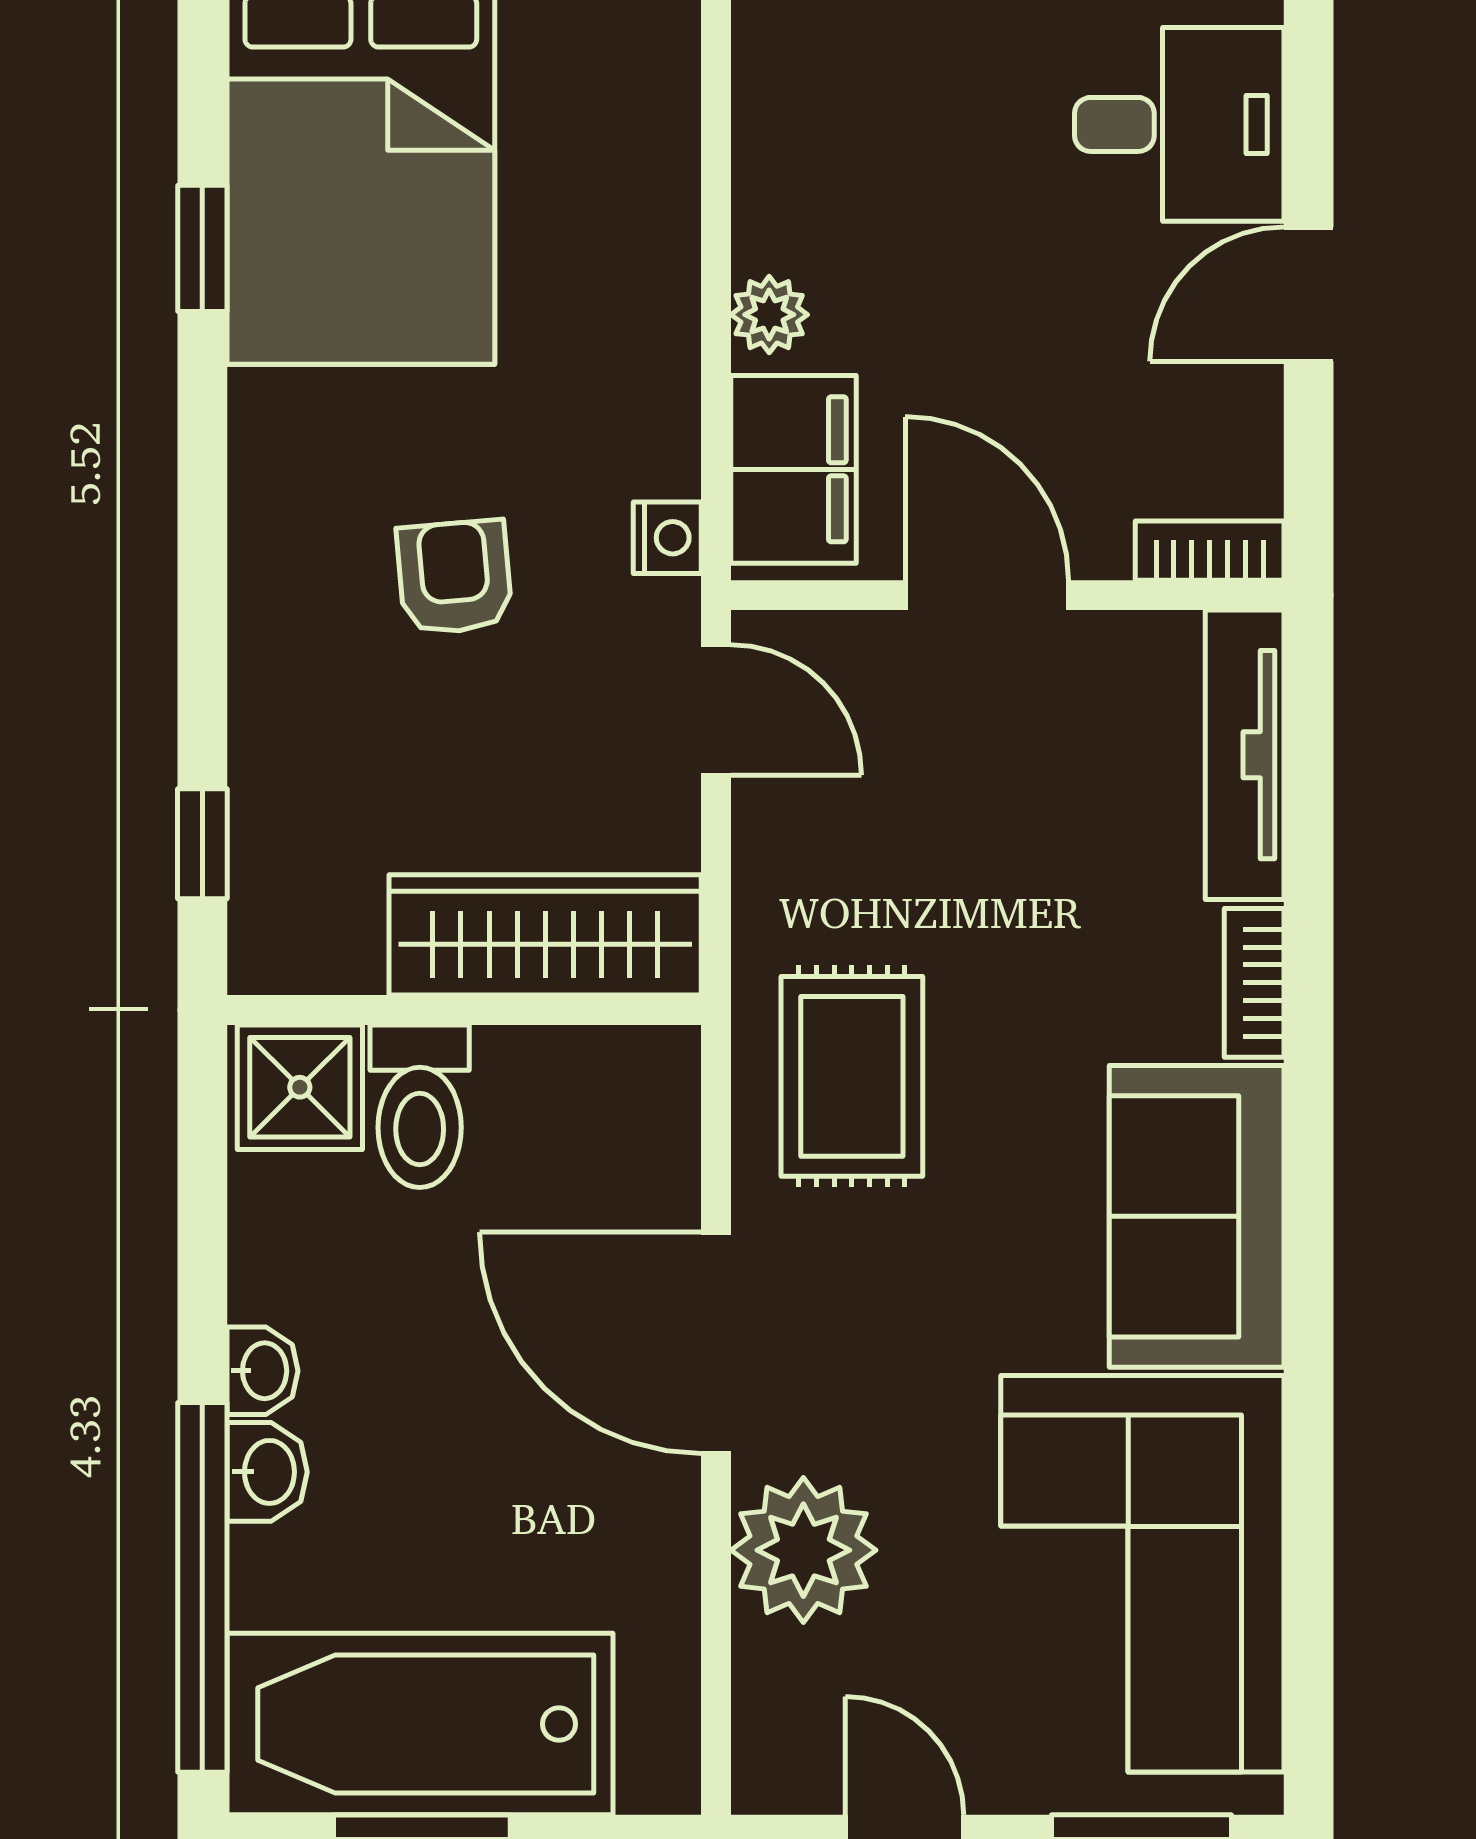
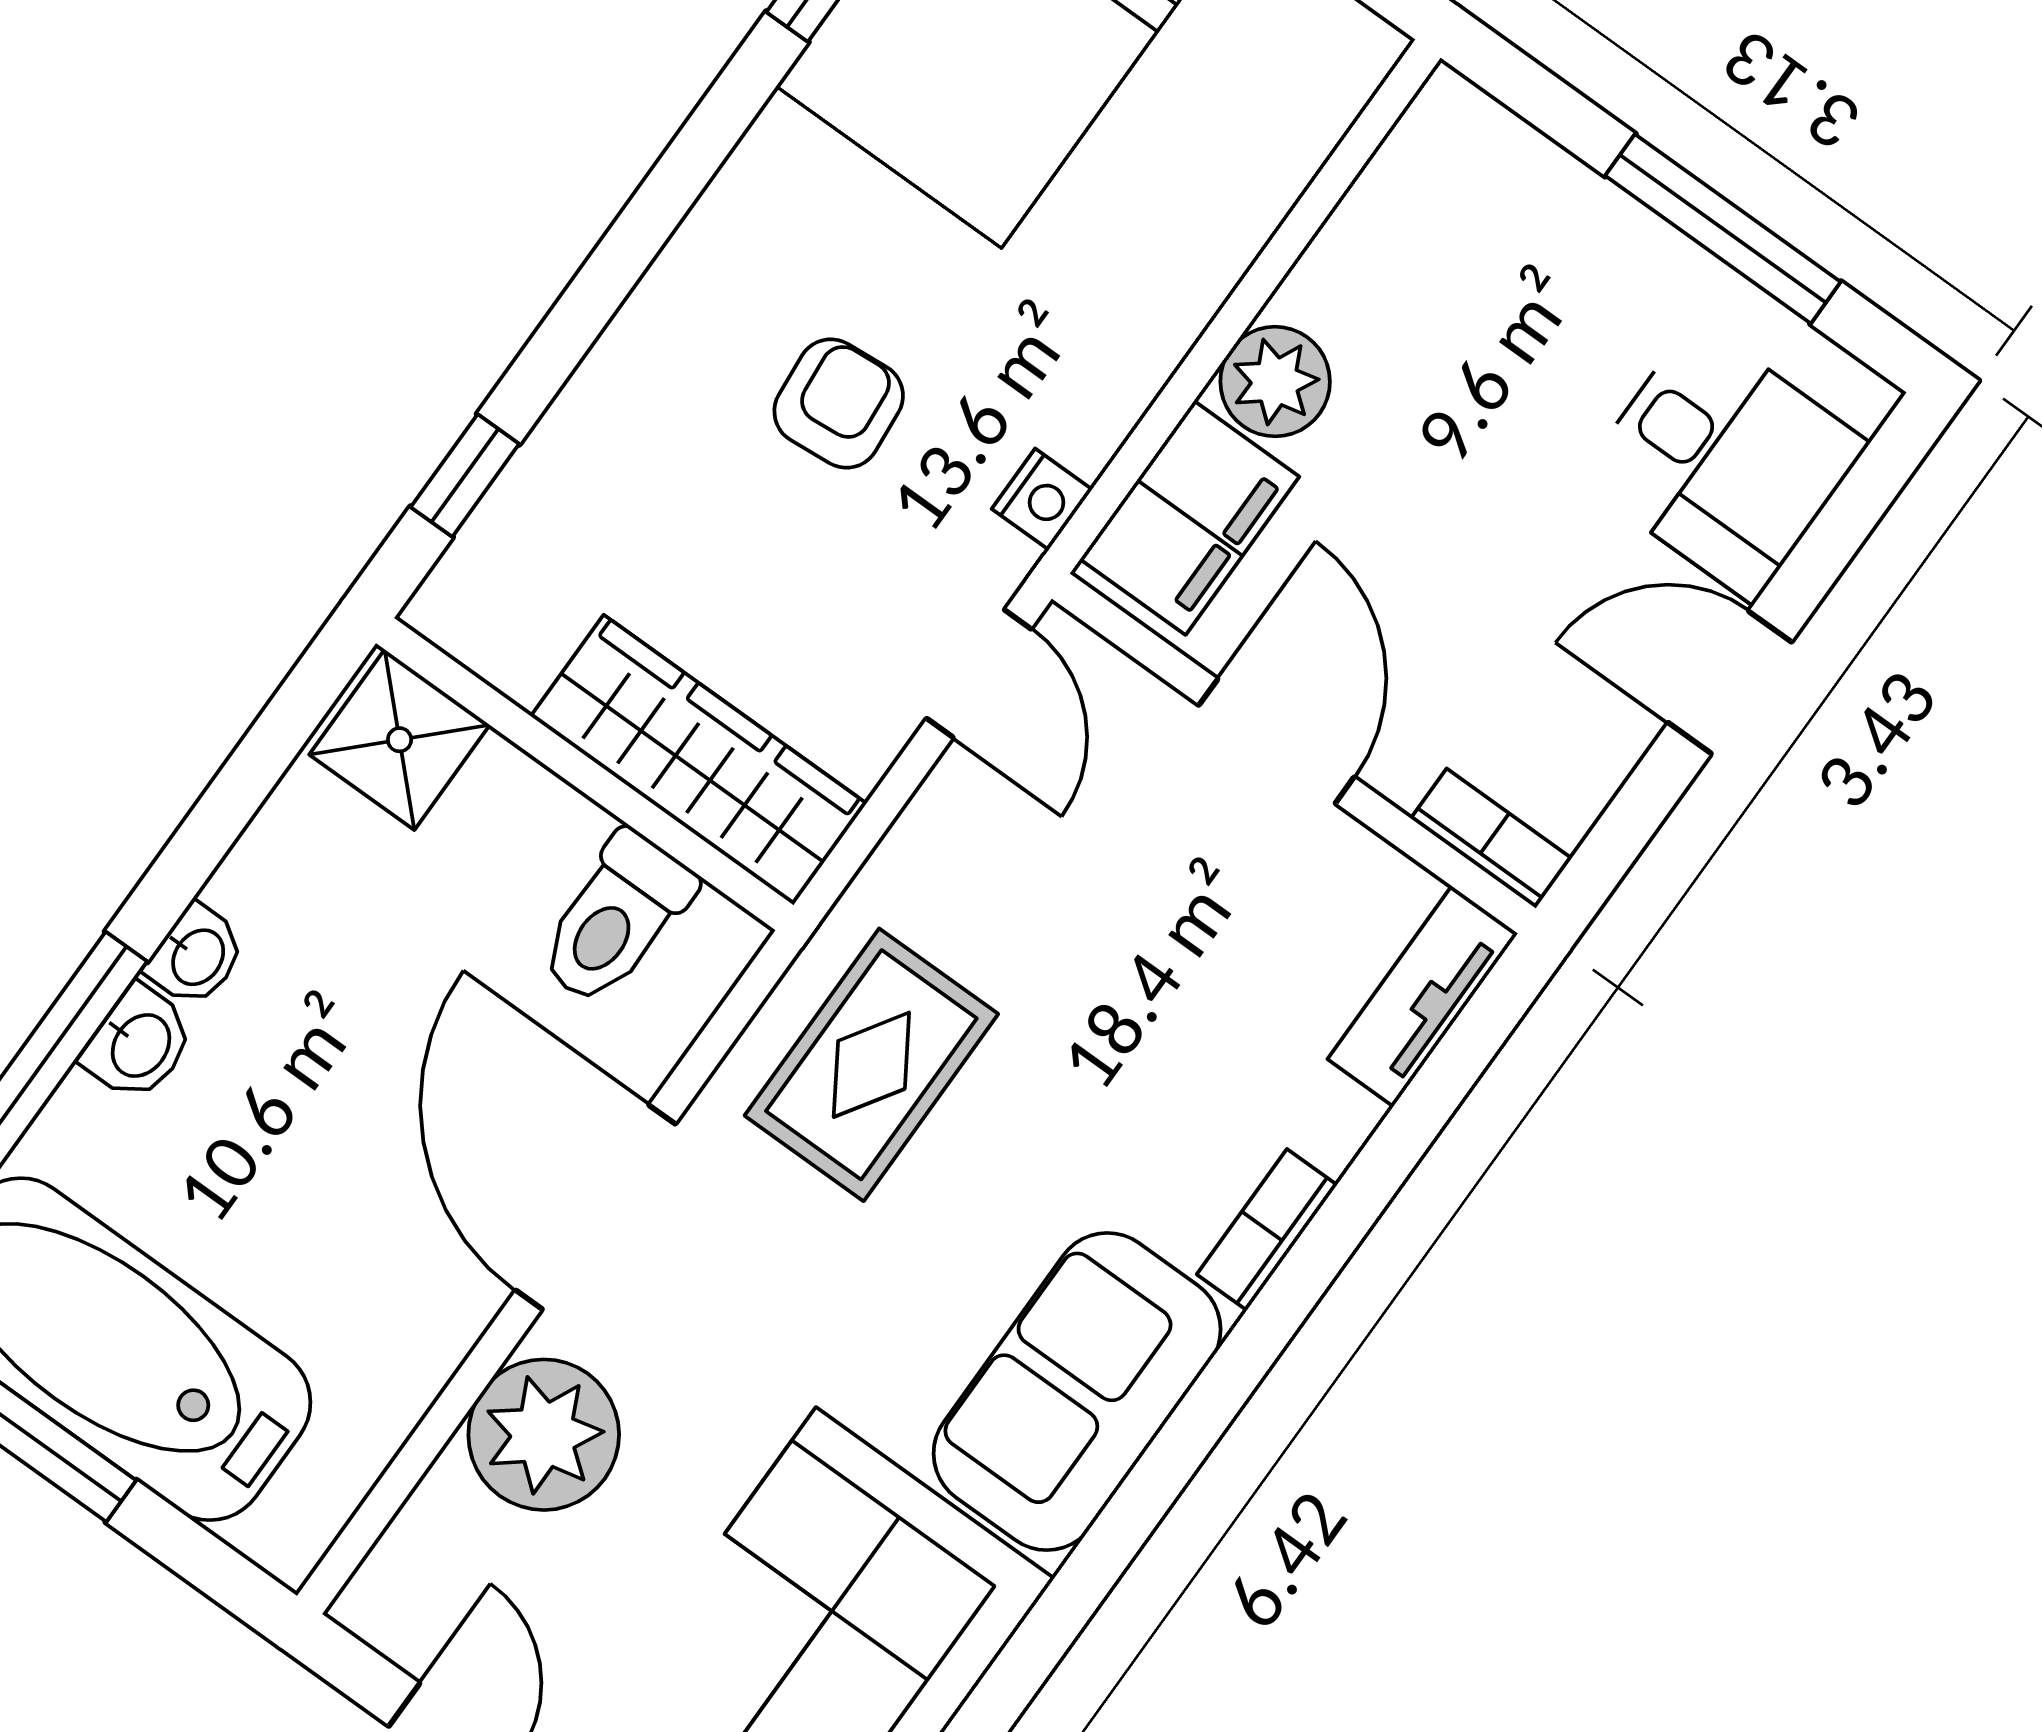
plant: (769, 315) -> (1275, 382), width x1.38, depth x1.38
tv unit: (1245, 755) -> (1423, 996), width x0.71
toilet: (420, 1106) -> (615, 919), moved

